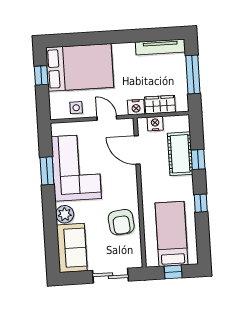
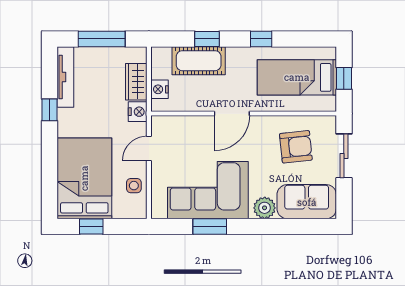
window: (133, 36) -> (49, 110), added
door: (137, 150) -> (232, 114), moved
armchair: (121, 222) -> (296, 147), moved

